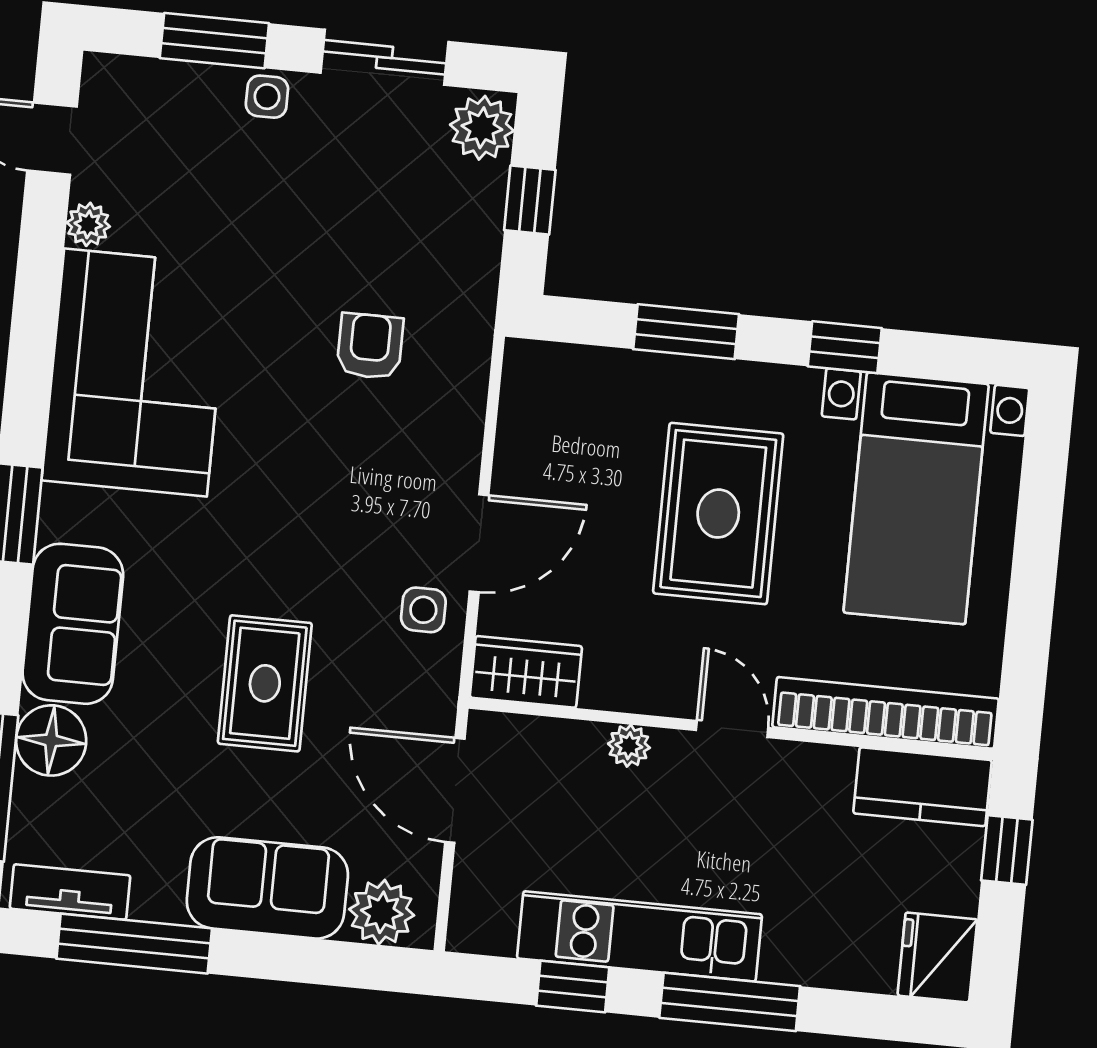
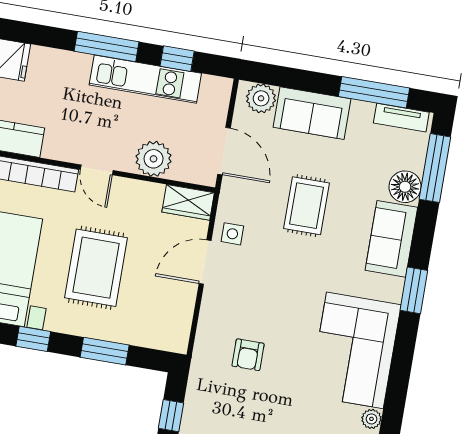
plant: (629, 746) -> (154, 159), width x1.87, depth x1.87

